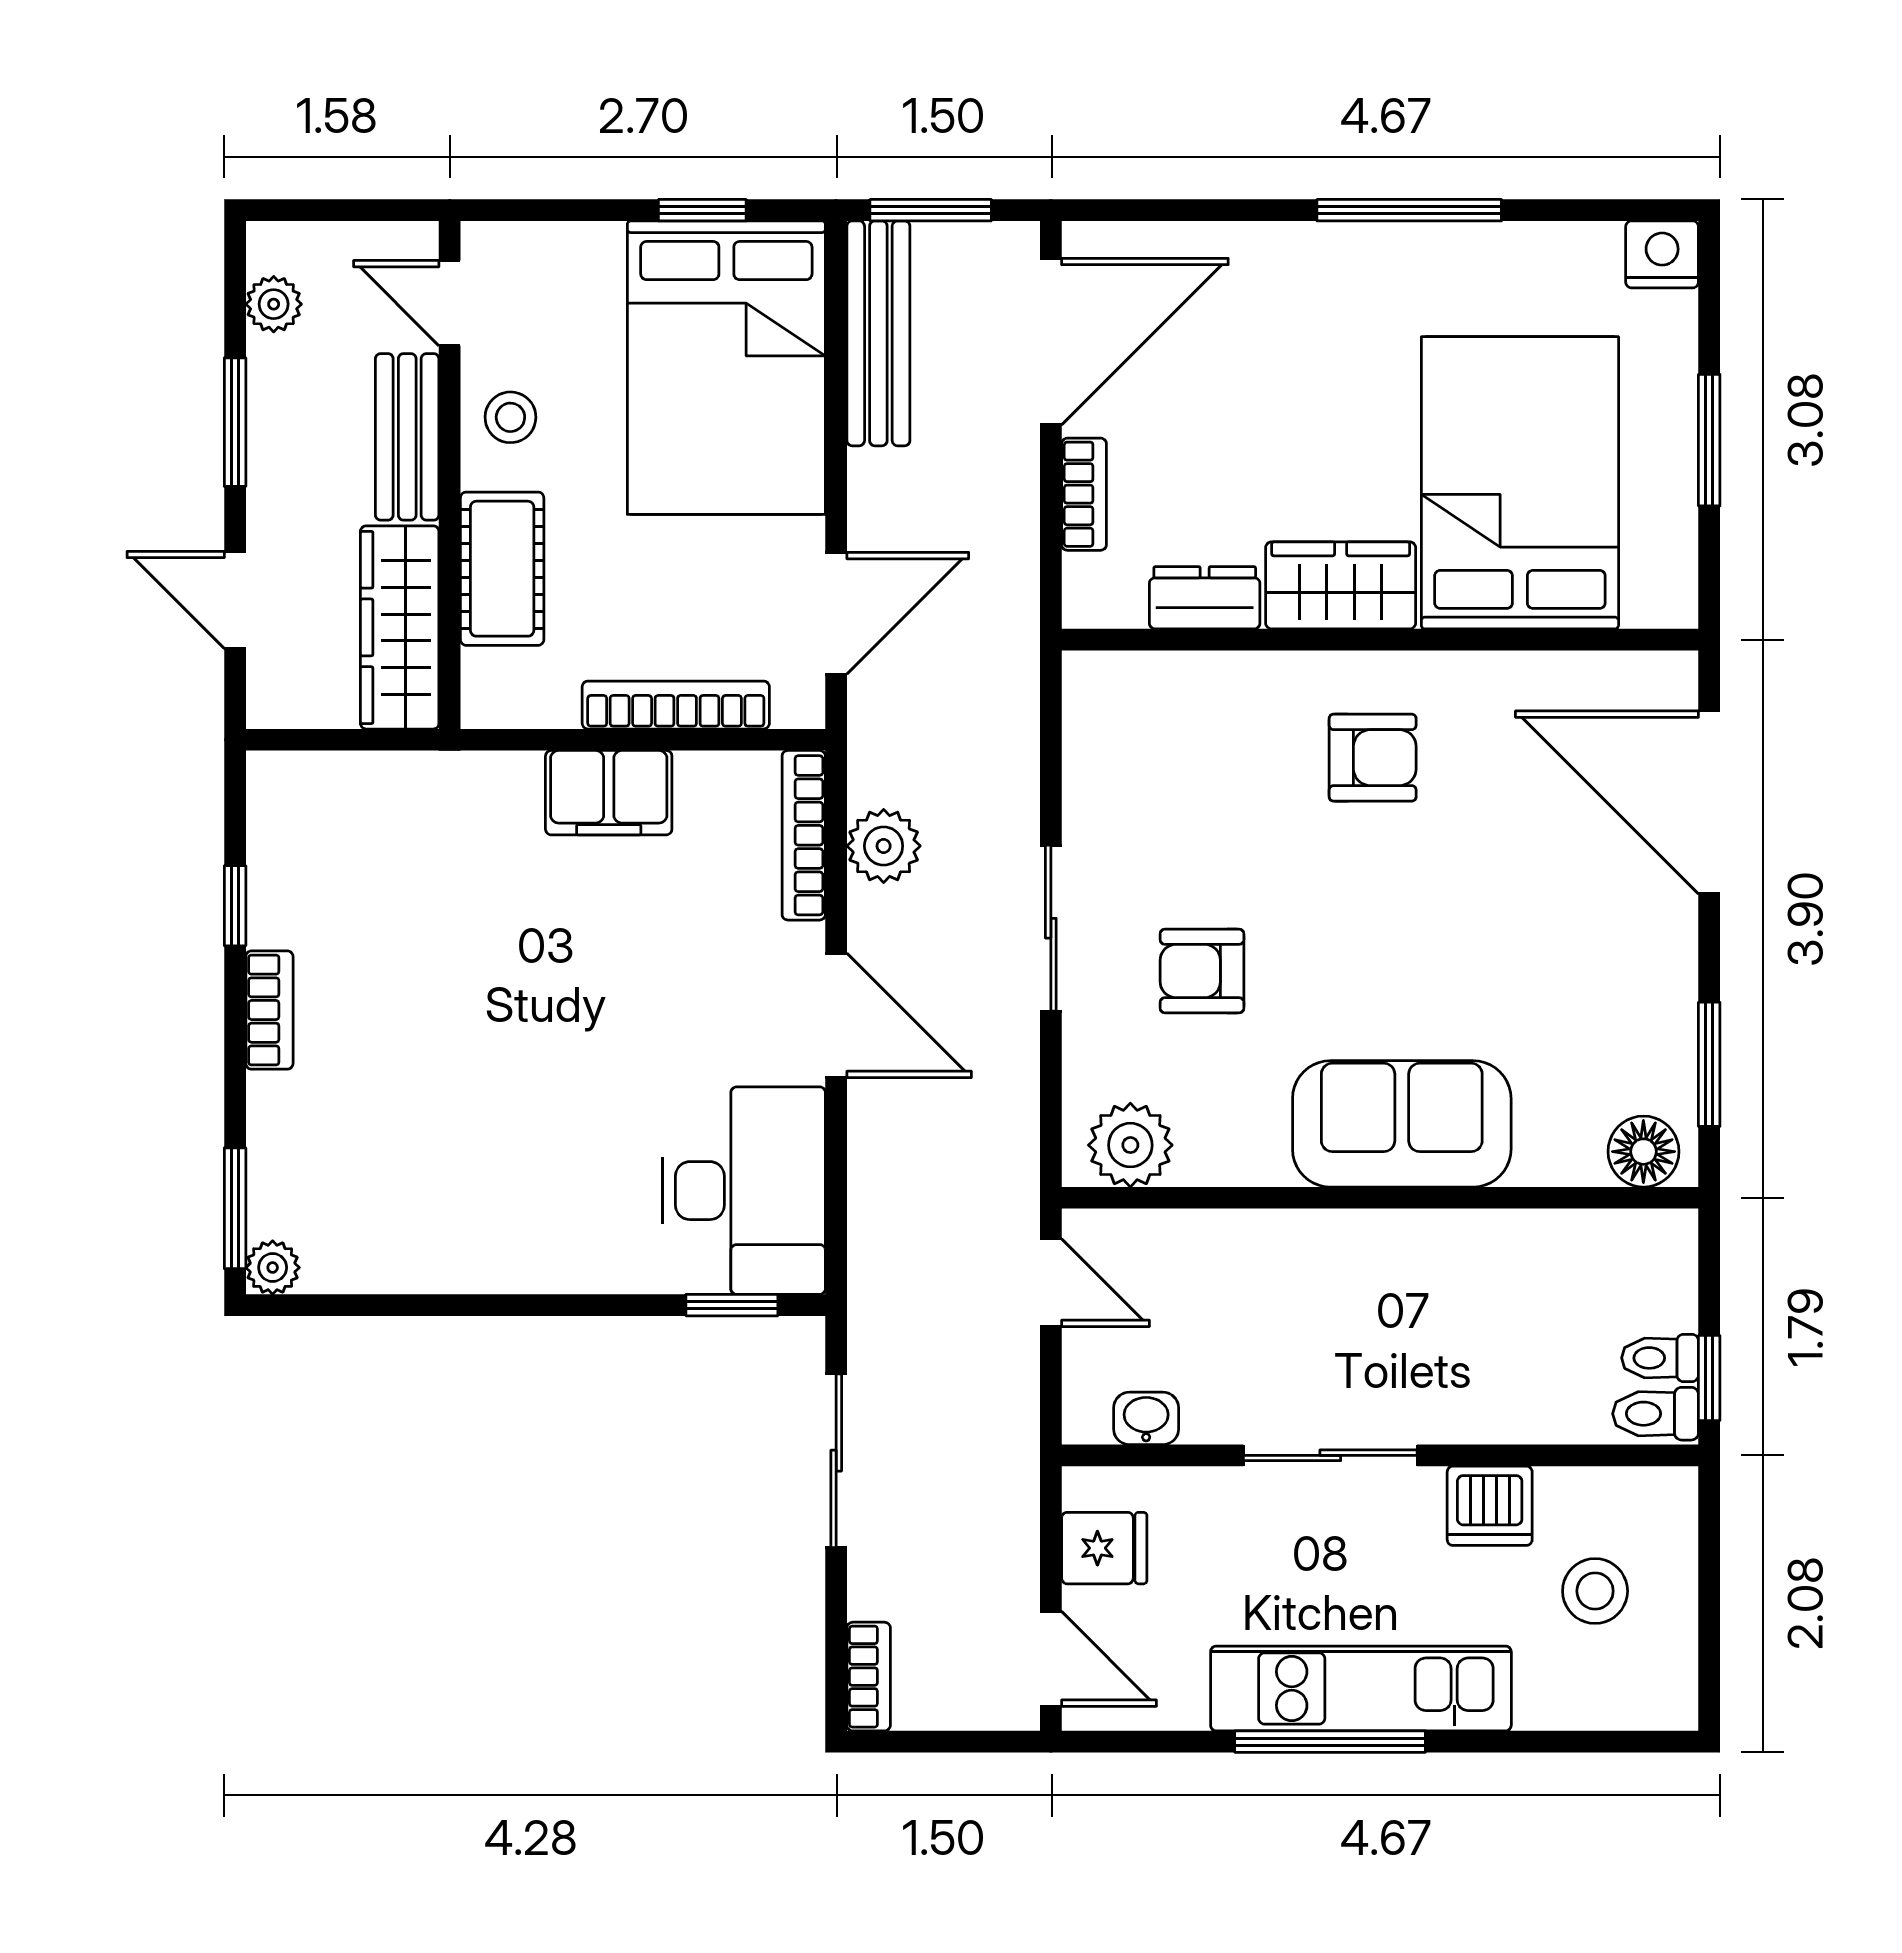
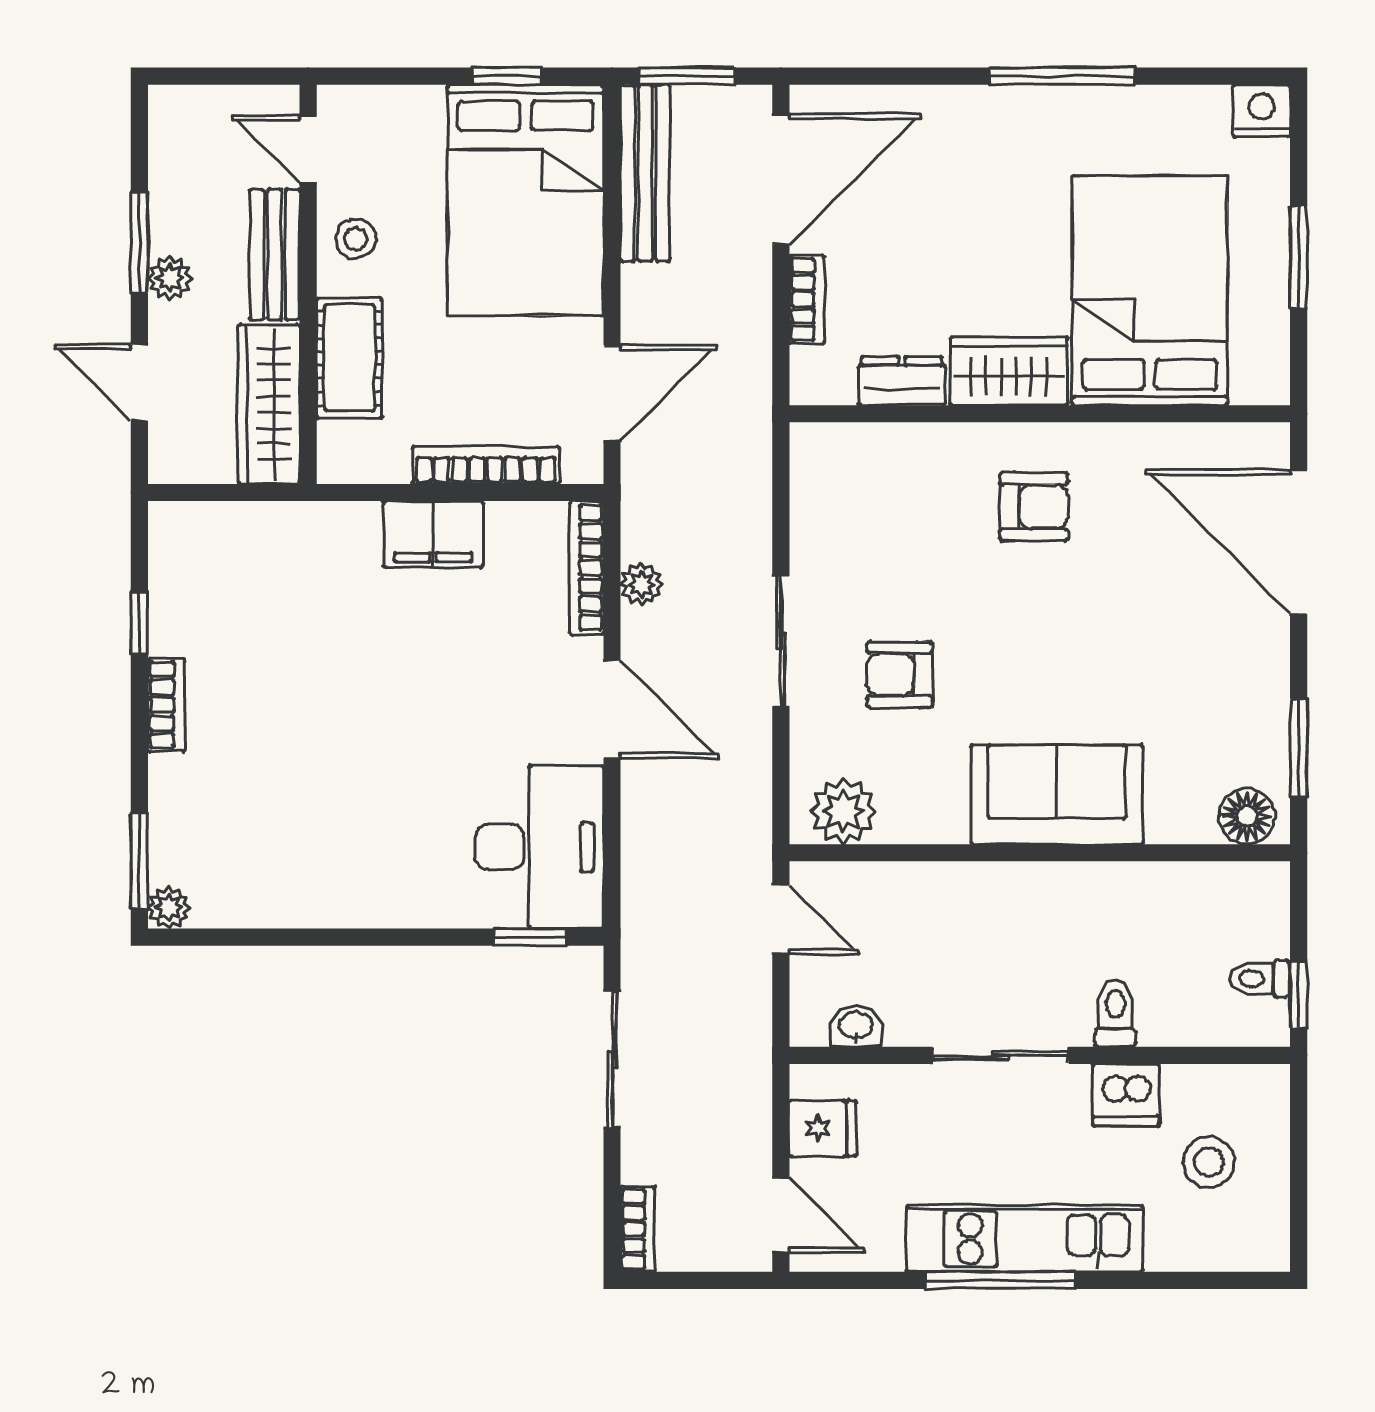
plant: (274, 304) -> (170, 278), moved
plant: (884, 846) -> (641, 584), width x0.73, depth x0.73
toilet: (1656, 1414) -> (1115, 1013), moved, turned 90

